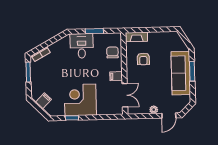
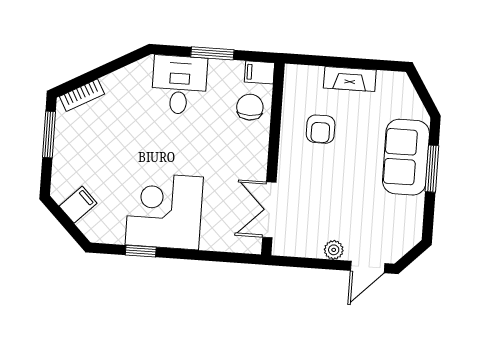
fireplace: (136, 37) -> (350, 79), moved
sofa: (181, 73) -> (406, 157), width x0.73
filing cabinet: (116, 76) -> (259, 72), moved
double door: (125, 95) -> (269, 210), swing flipped

